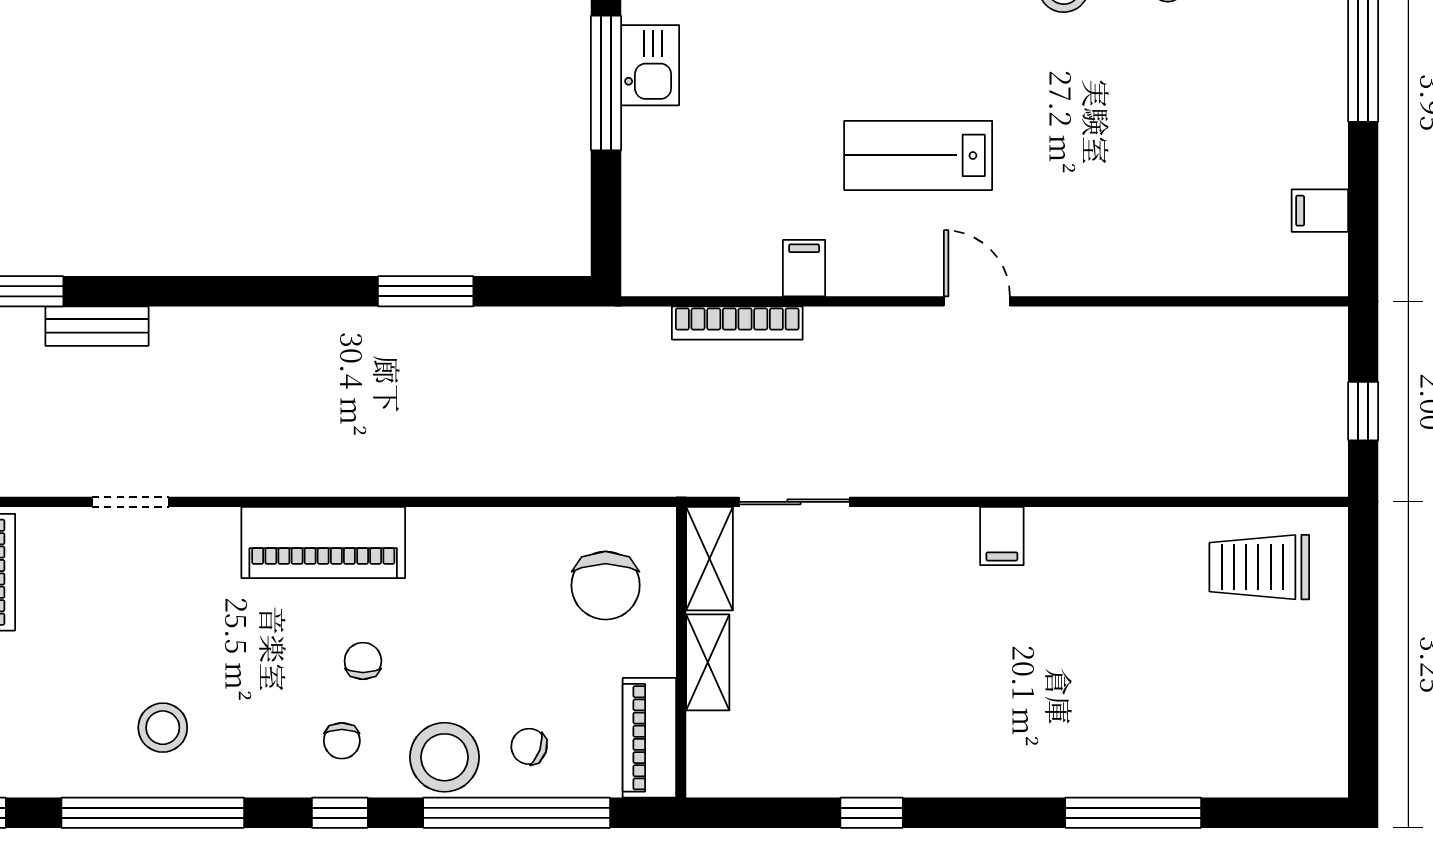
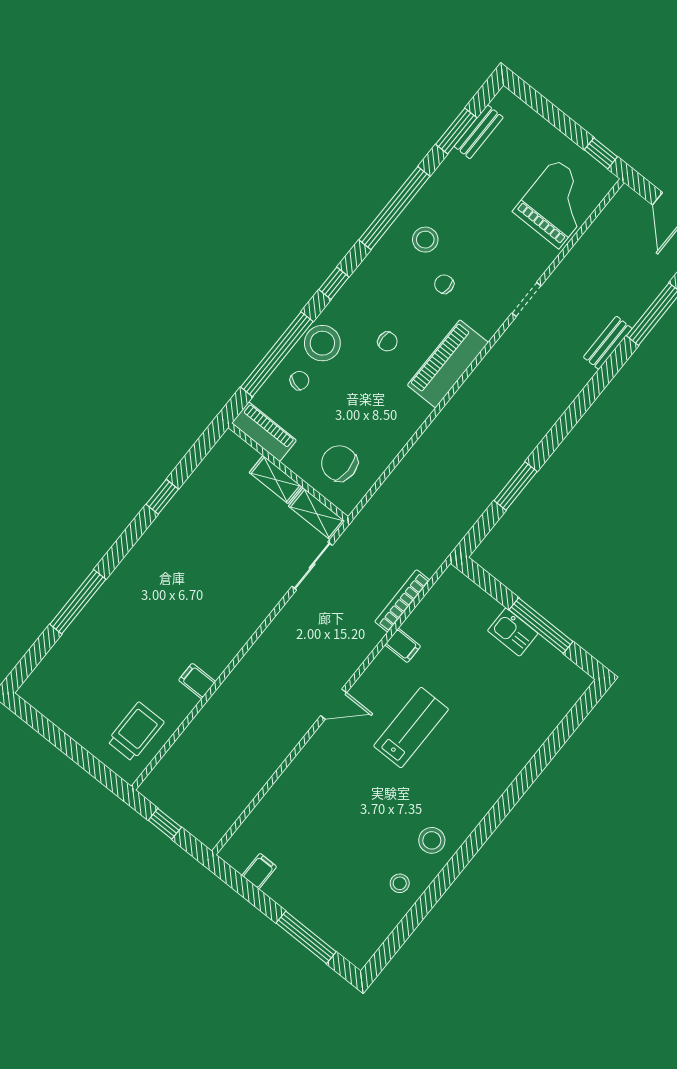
kitchen sink: (650, 65) -> (513, 632), moved
filing cabinet: (1002, 536) -> (197, 681), moved
chair: (342, 741) -> (444, 284), moved

